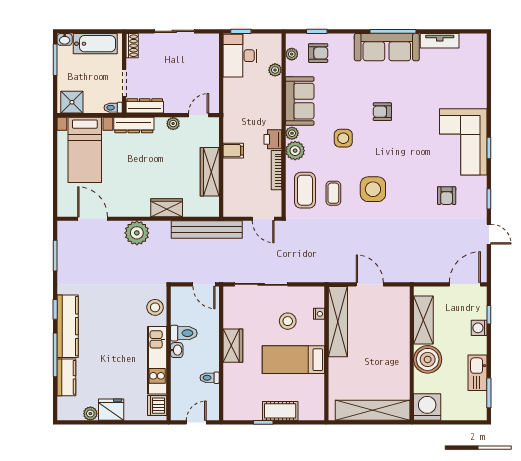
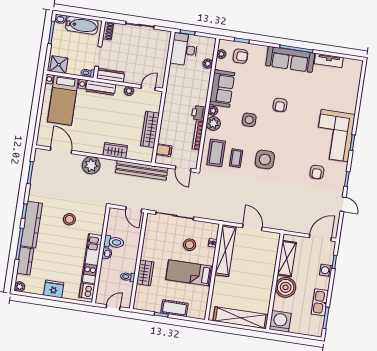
armchair: (382, 112) -> (280, 105), turned -90
filing cabinet: (233, 151) -> (164, 150), moved
stool: (155, 307) -> (69, 219), moved
wardrobe: (233, 346) -> (145, 273), moved
plant: (90, 414) -> (20, 287), moved

